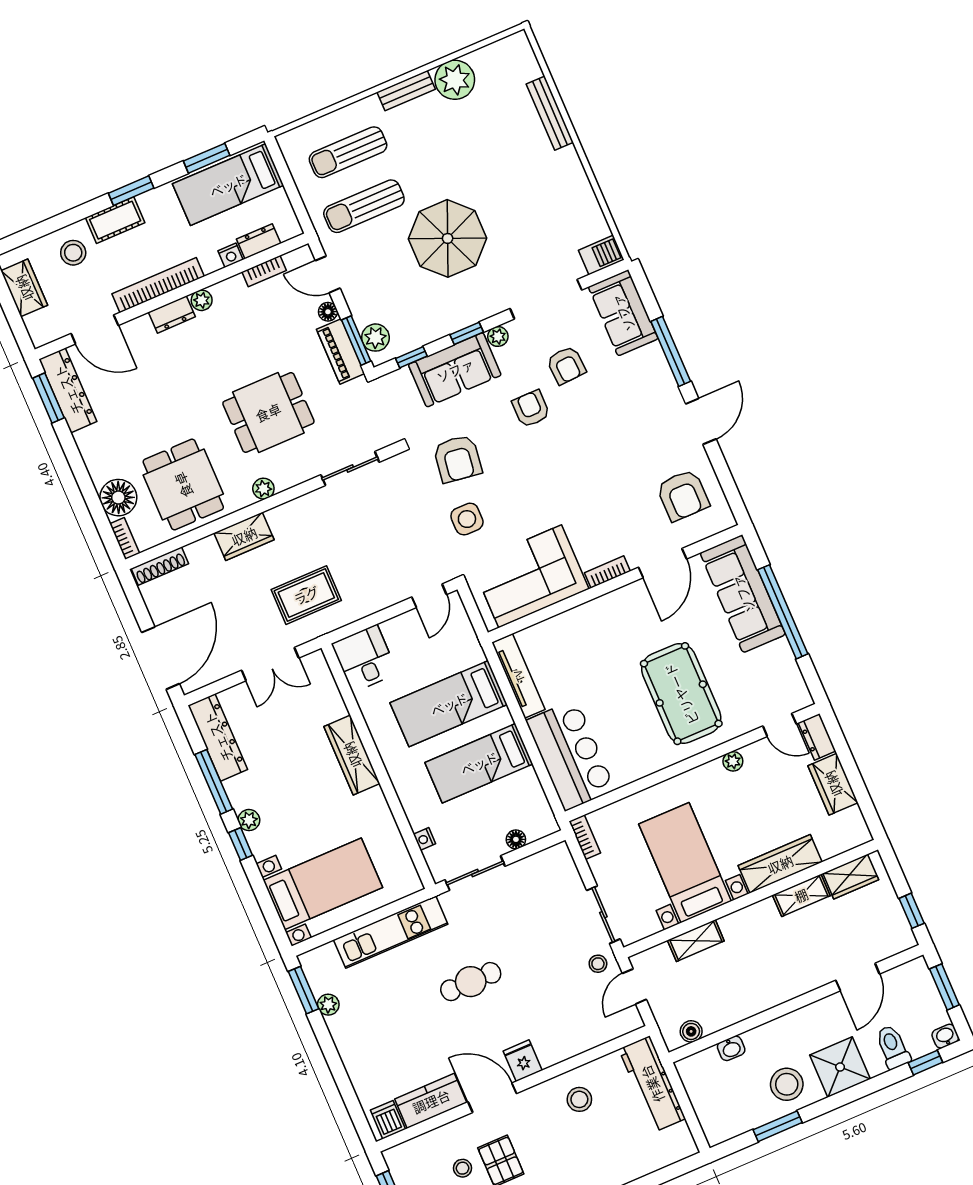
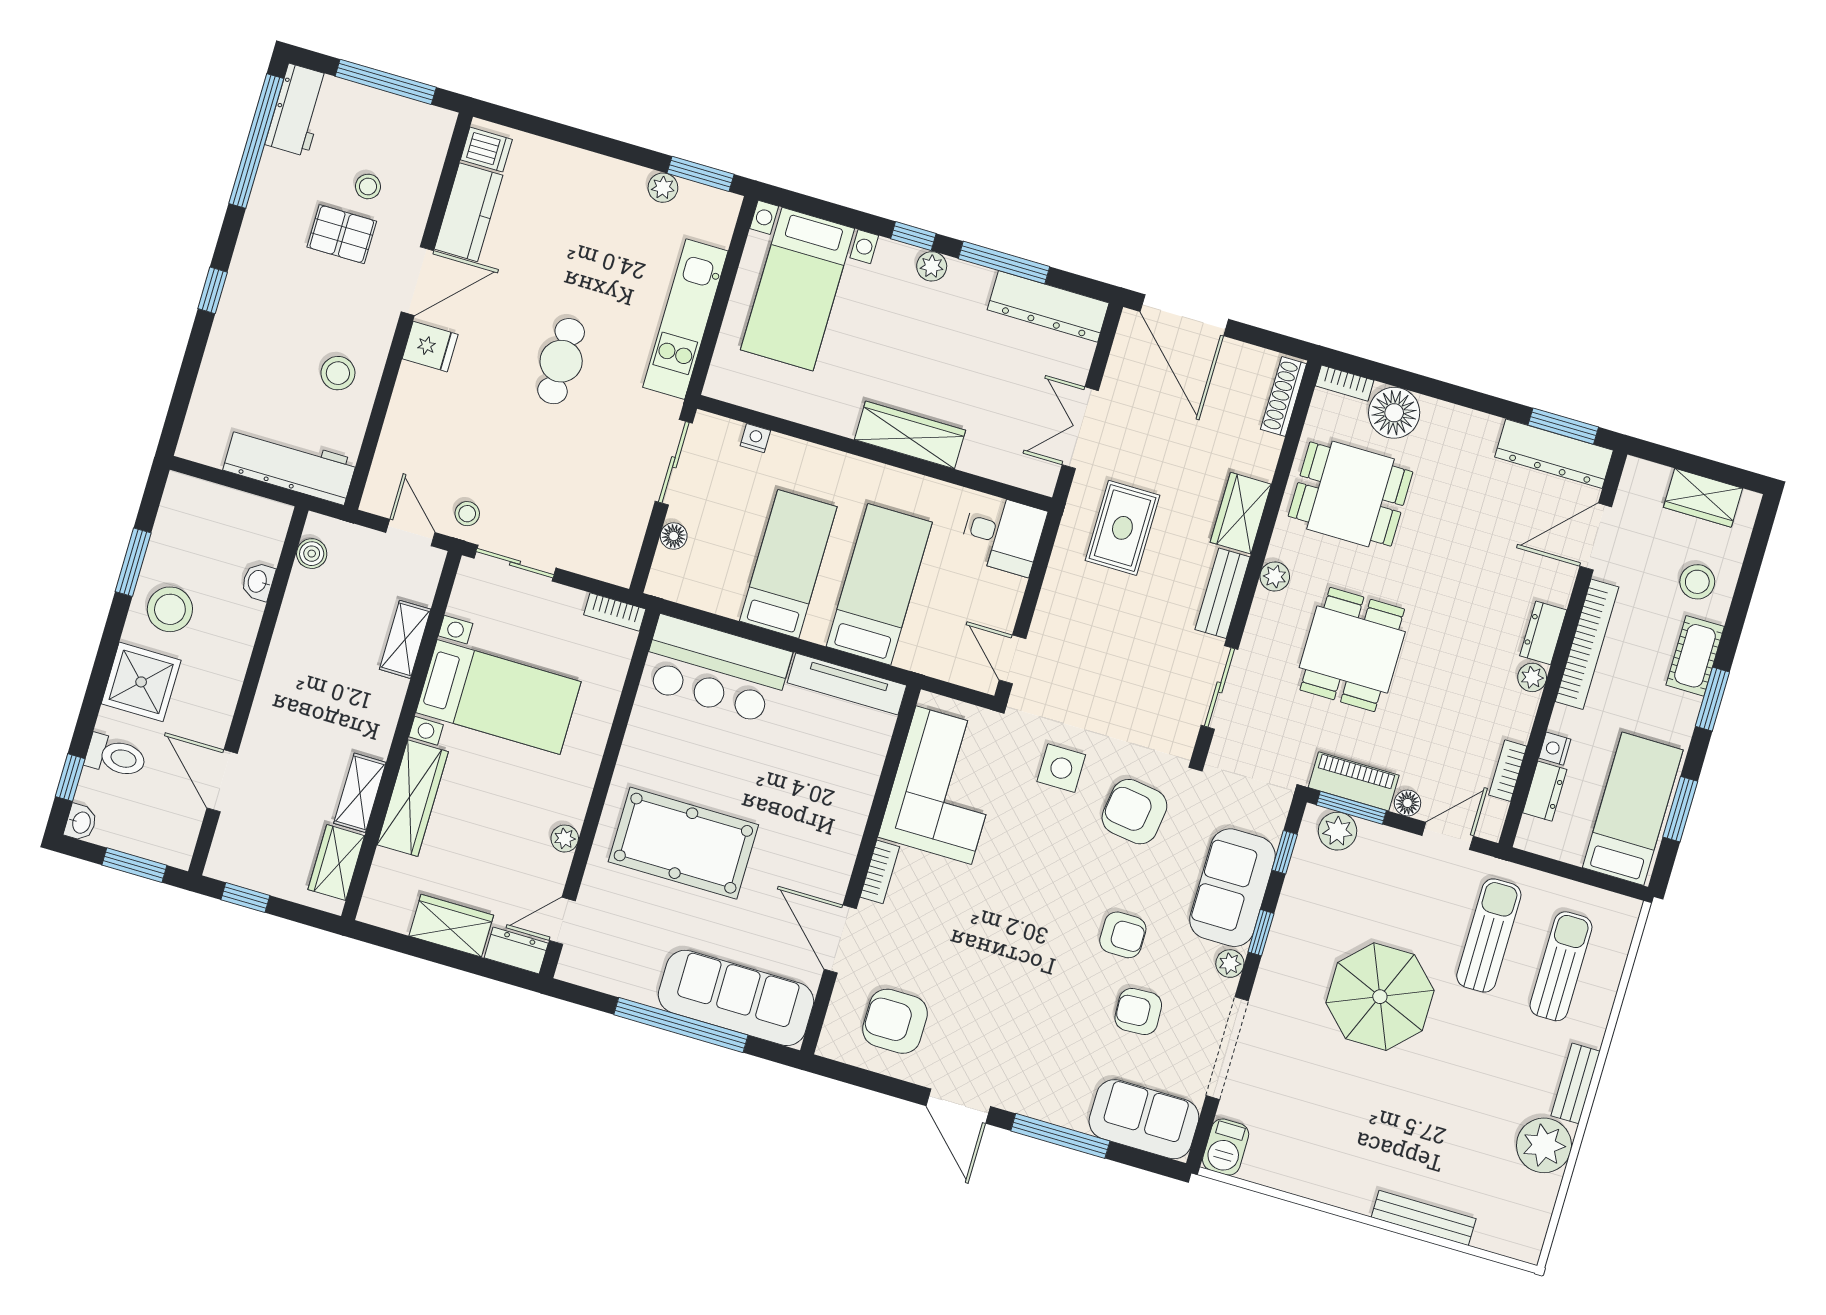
bench: (297, 510) -> (1223, 593), added

